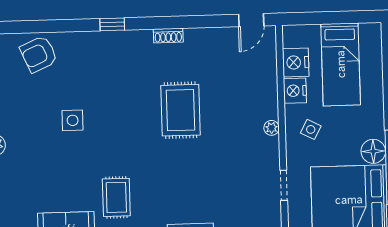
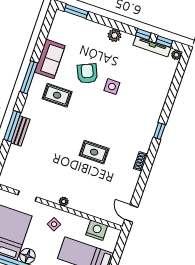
armchair: (39, 54) -> (87, 73), moved
nightstand: (295, 91) -> (80, 223), removed
rug: (181, 110) -> (94, 152), width x0.73, depth x0.70

